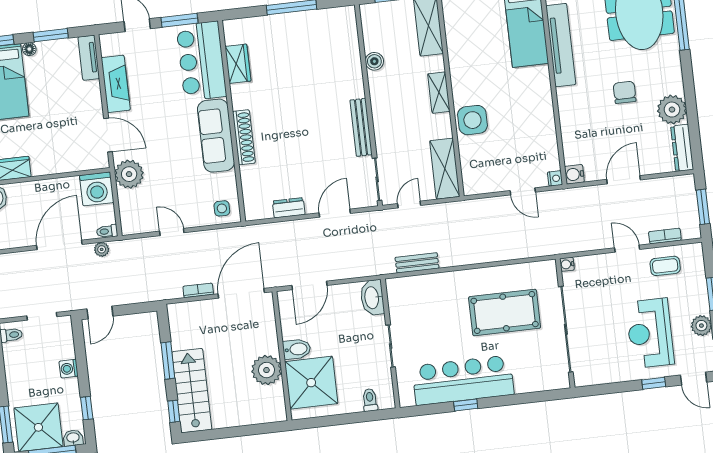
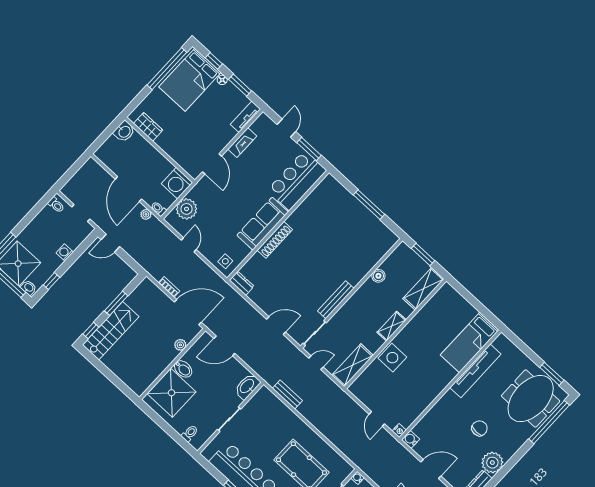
wardrobe: (238, 64) -> (313, 202), removed
fireplace: (116, 84) -> (242, 143), width x0.73, depth x0.76
plant: (129, 174) -> (187, 209), moved
dresser: (289, 208) -> (242, 283), moved
door: (59, 245) -> (128, 189), swing flipped
plant: (266, 370) -> (180, 345), moved, width x0.53, depth x0.53

